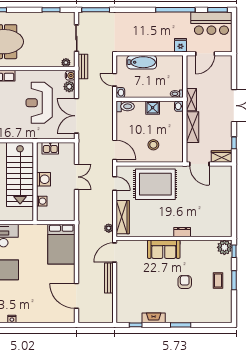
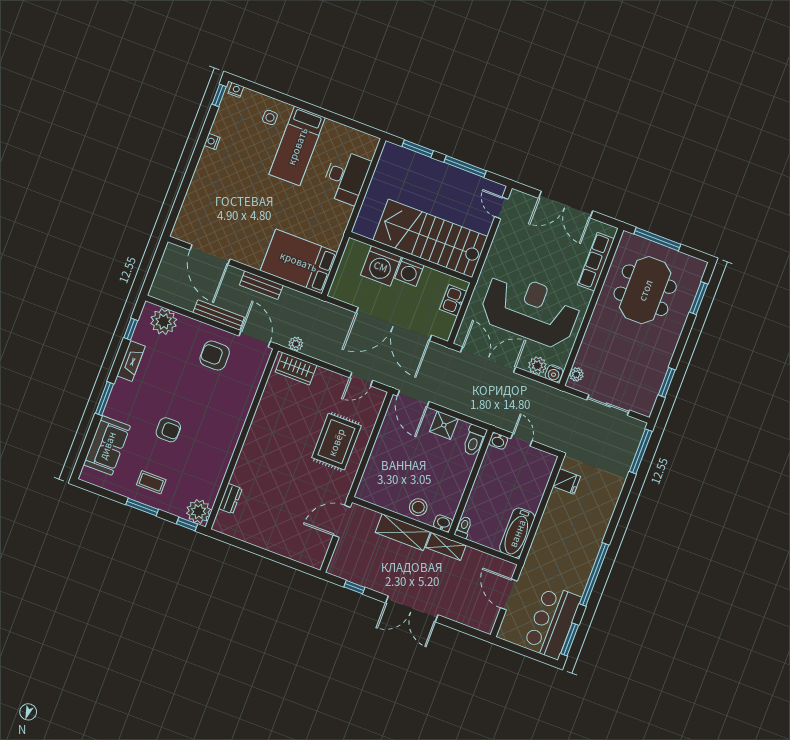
fridge: (180, 45) -> (567, 481), moved
bathtub: (142, 62) -> (517, 533), moved
bench: (83, 67) -> (261, 285), moved
door: (115, 80) -> (521, 440), hinge flipped
reception desk: (39, 103) -> (530, 310), width x1.36, depth x1.30
shower: (153, 108) -> (444, 425), moved
stool: (153, 145) -> (418, 507), moved
door: (115, 150) -> (413, 399), hinge flipped
wardrobe: (222, 157) -> (340, 560), removed
double door: (76, 177) -> (394, 324), width x1.87
rug: (155, 184) -> (336, 442), width x0.73, depth x0.69
washing machine: (42, 201) -> (381, 266), width x1.89, depth x1.89
wardrobe: (123, 217) -> (296, 369), width x0.67
dresser: (182, 232) -> (230, 499), moved
sofa: (164, 249) -> (107, 445), moved, turned 180
armchair: (133, 272) -> (215, 356), added
door: (76, 296) -> (210, 255), swing flipped
plant: (124, 308) -> (164, 321), added

